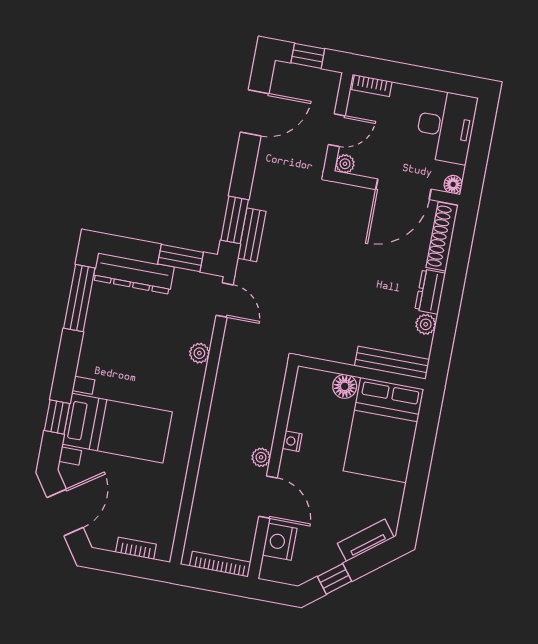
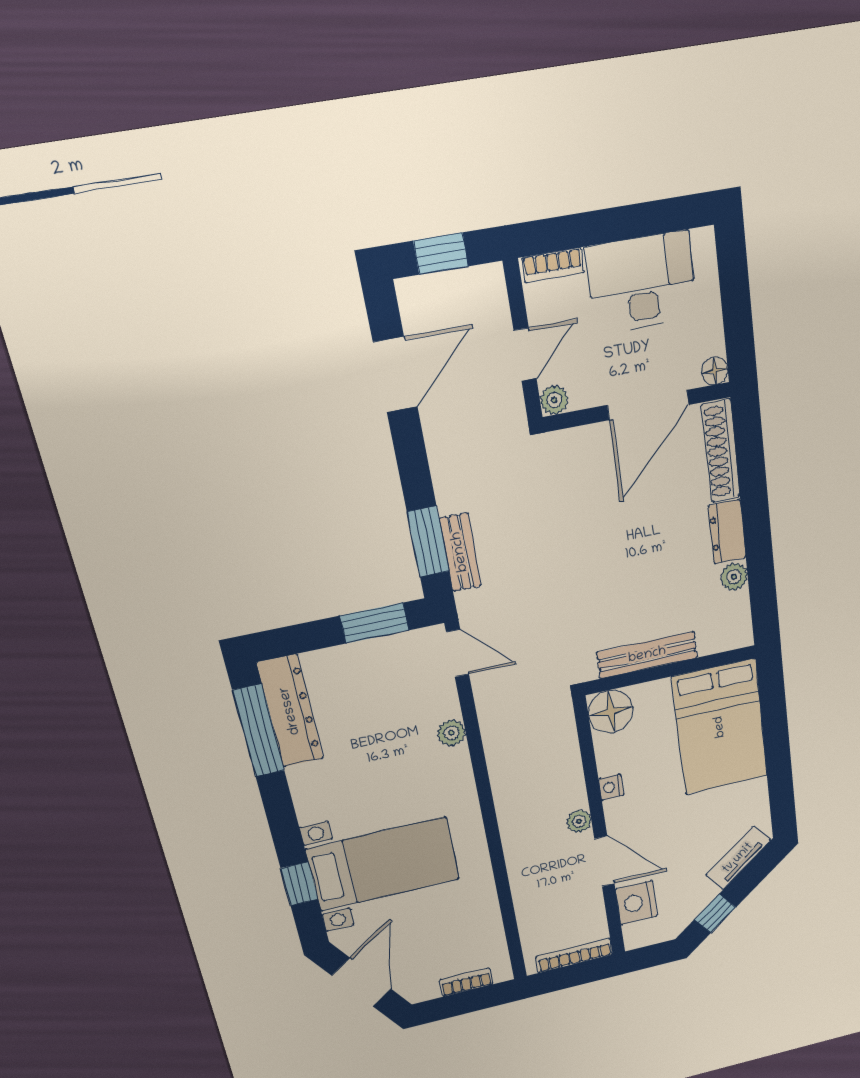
desk: (446, 127) -> (642, 282), moved, turned -90
dresser: (134, 273) -> (290, 711), moved, turned -90
bench: (392, 363) -> (647, 655), moved
floor lamp: (345, 386) -> (611, 711), moved, width x1.38, depth x1.38

